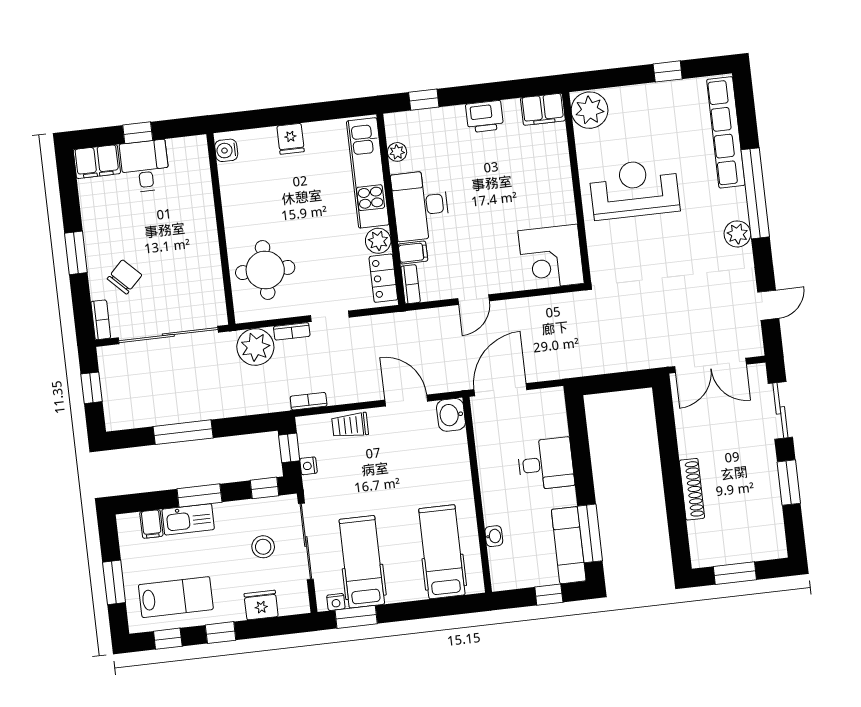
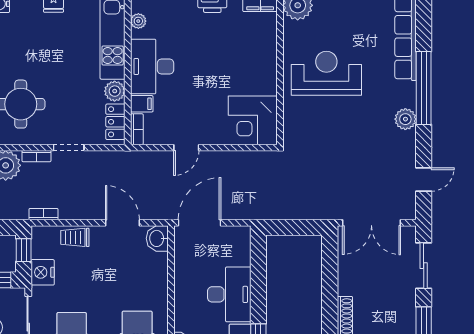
desk: (546, 464) -> (229, 294), width x1.37
nightstand: (309, 466) -> (43, 272), width x1.89, depth x1.79

